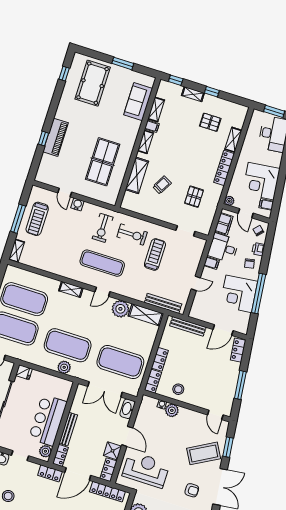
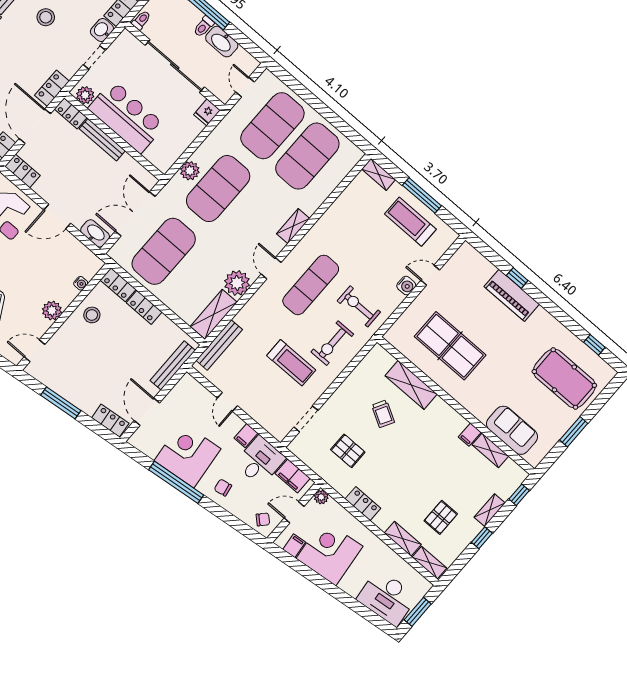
shelving: (146, 142) -> (429, 563), moved
locker: (224, 168) -> (363, 504), width x0.66
printer: (258, 249) -> (237, 508), removed
plant: (172, 410) -> (52, 311), moved
shower: (113, 451) -> (46, 188), removed

